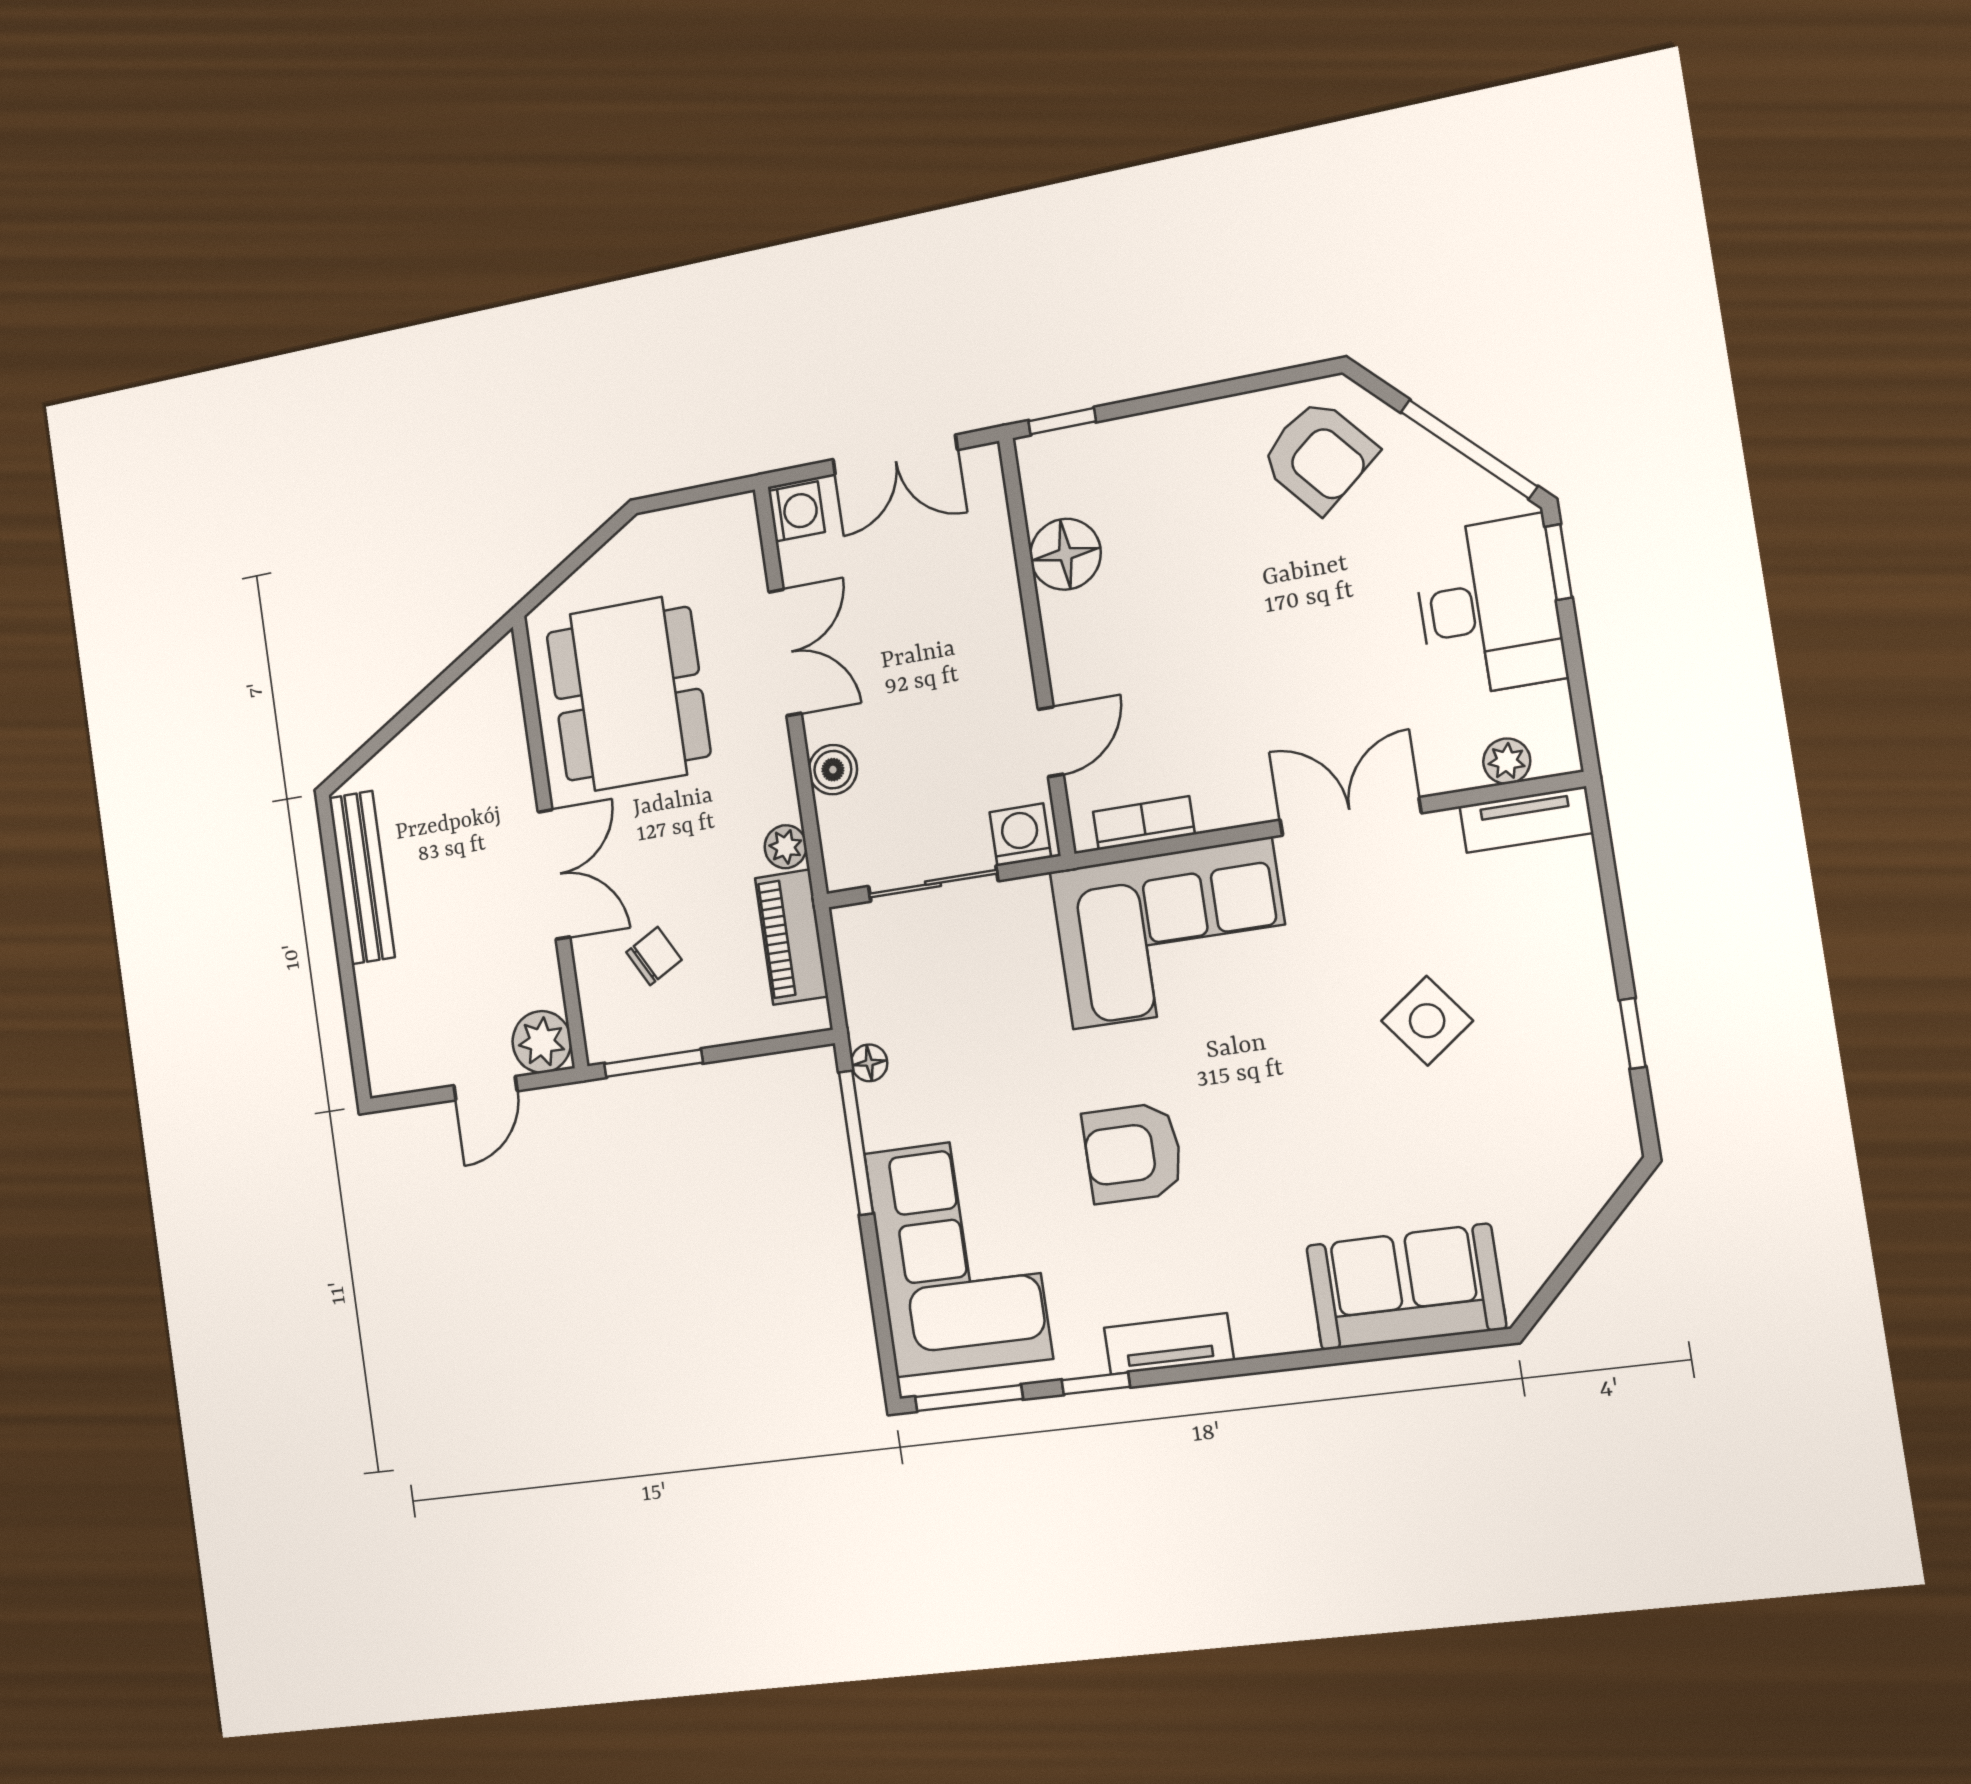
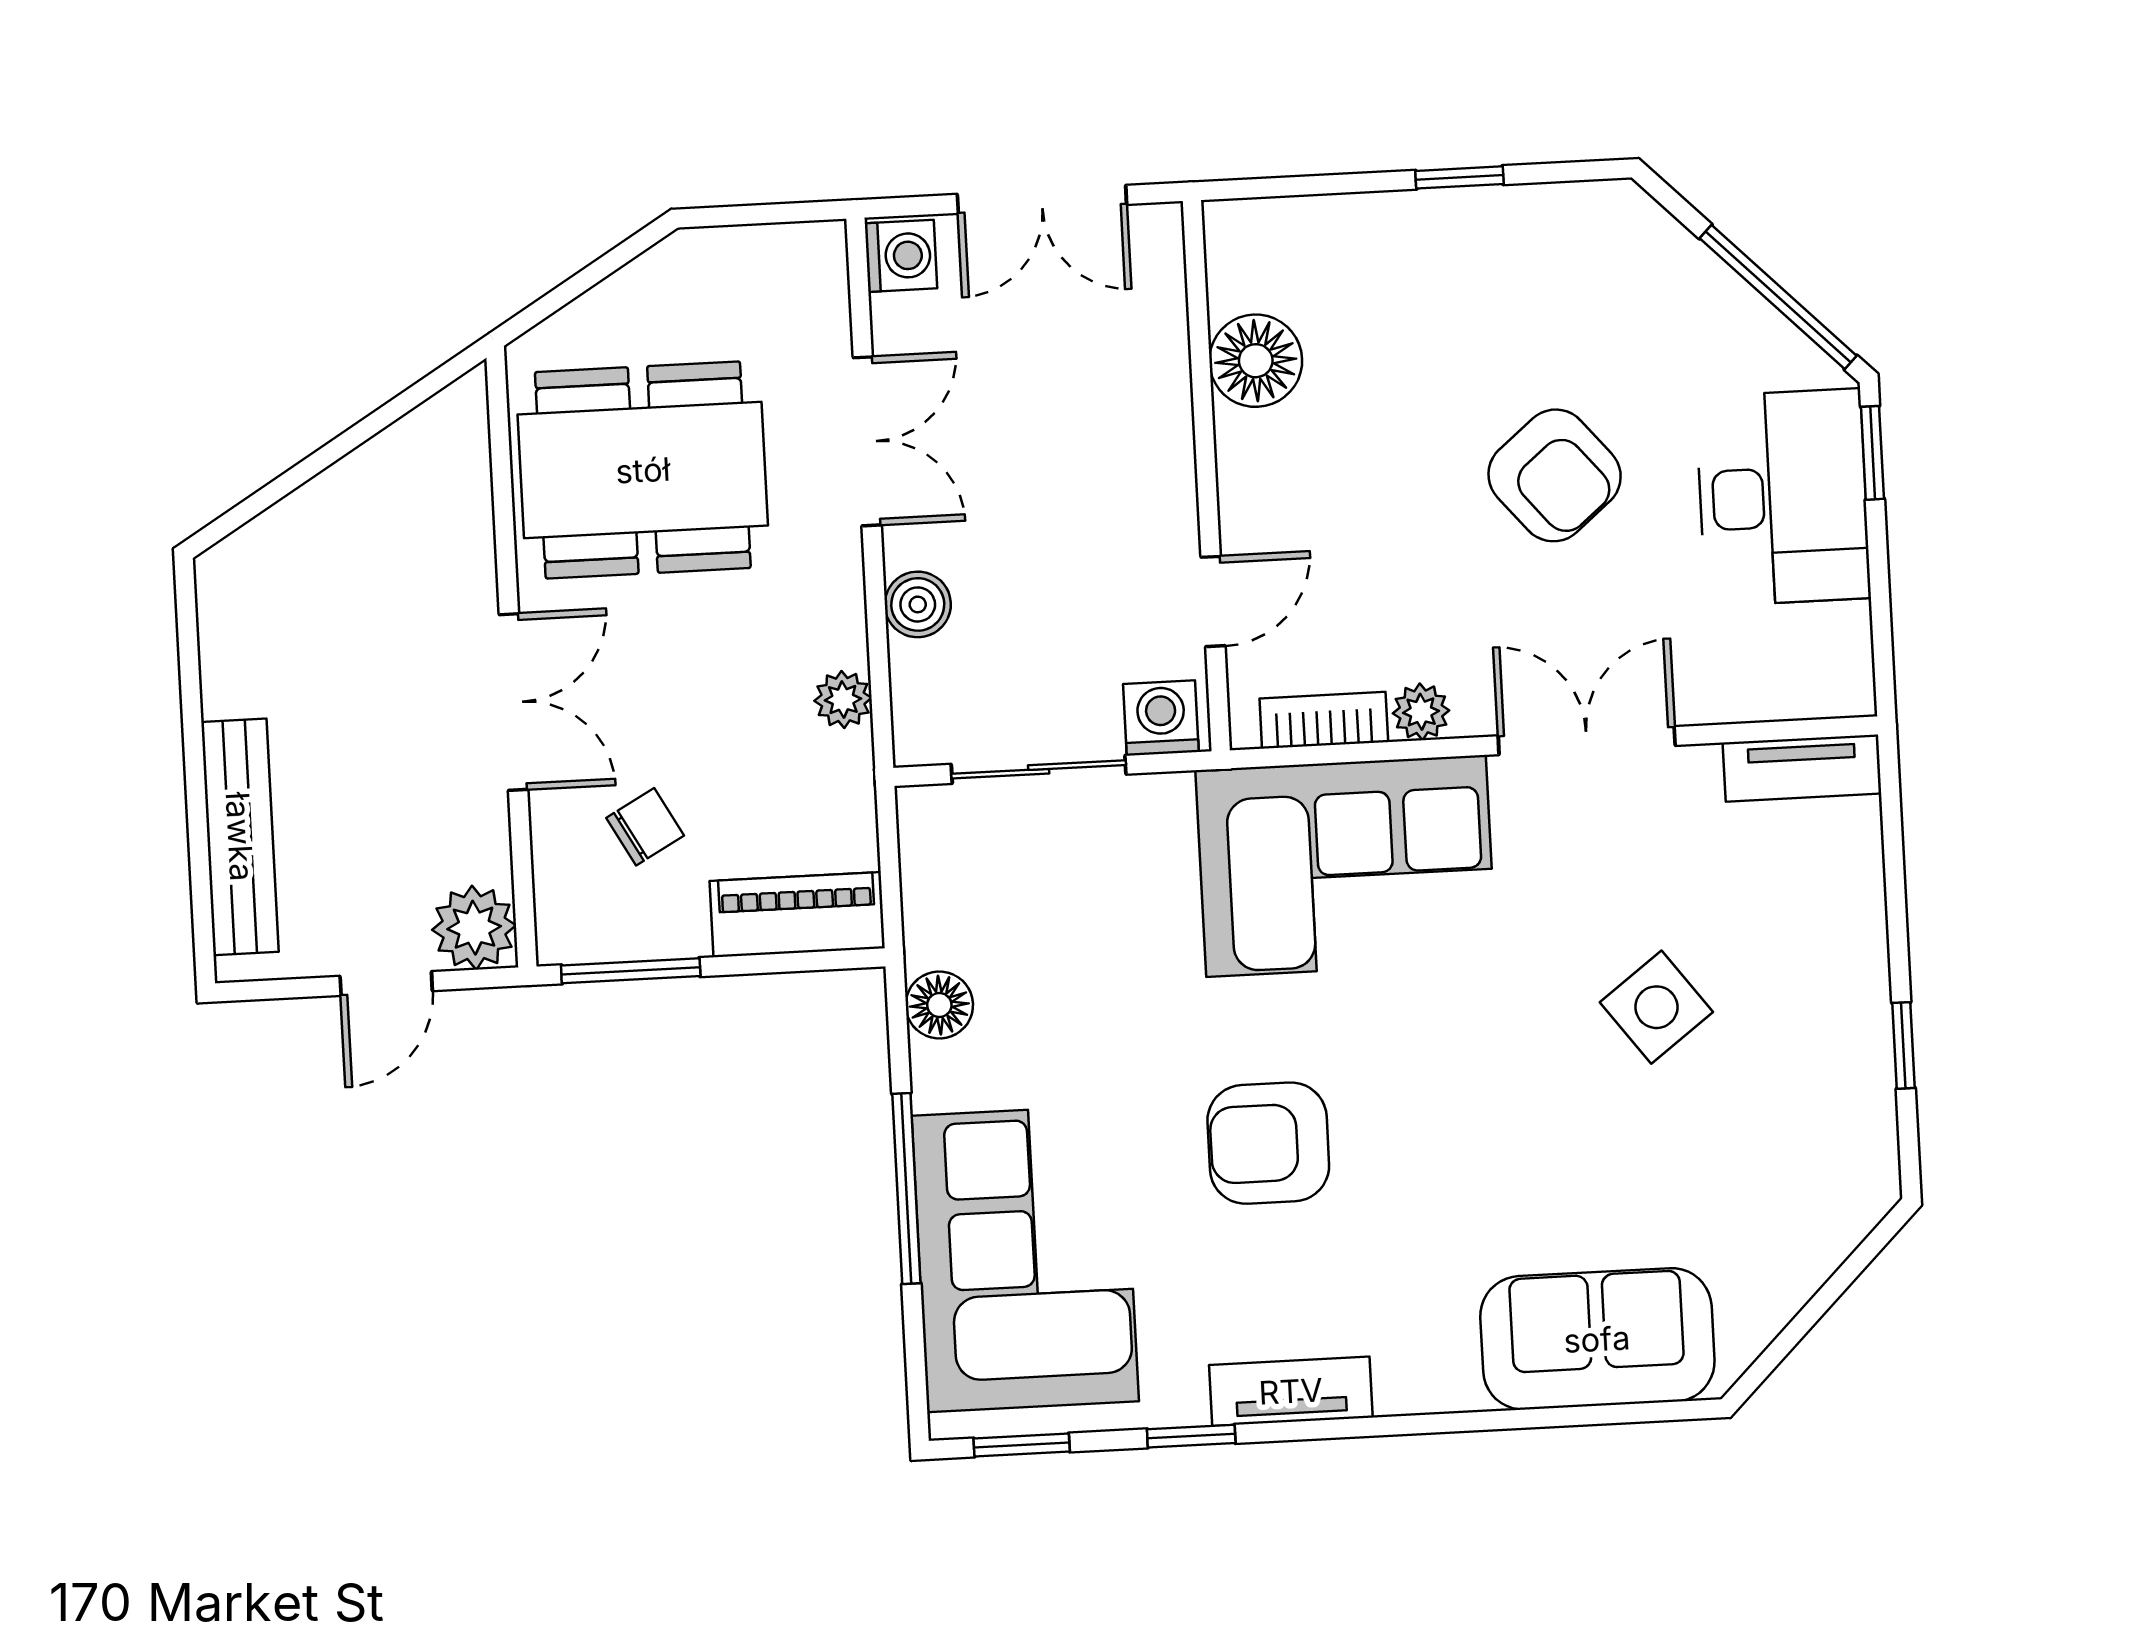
window: (1062, 421) -> (1459, 177), moved
armchair: (1318, 456) -> (1555, 475), moved
dining table: (628, 694) -> (643, 470), turned 90
plant: (1507, 761) -> (1421, 712), moved
bench: (362, 878) -> (240, 837), moved
piano: (792, 937) -> (797, 915), moved, turned 90
floor lamp: (869, 1063) -> (939, 1005), width x1.37, depth x1.37
window: (856, 1143) -> (906, 1189), moved
window: (969, 1398) -> (1022, 1445), width x0.67

